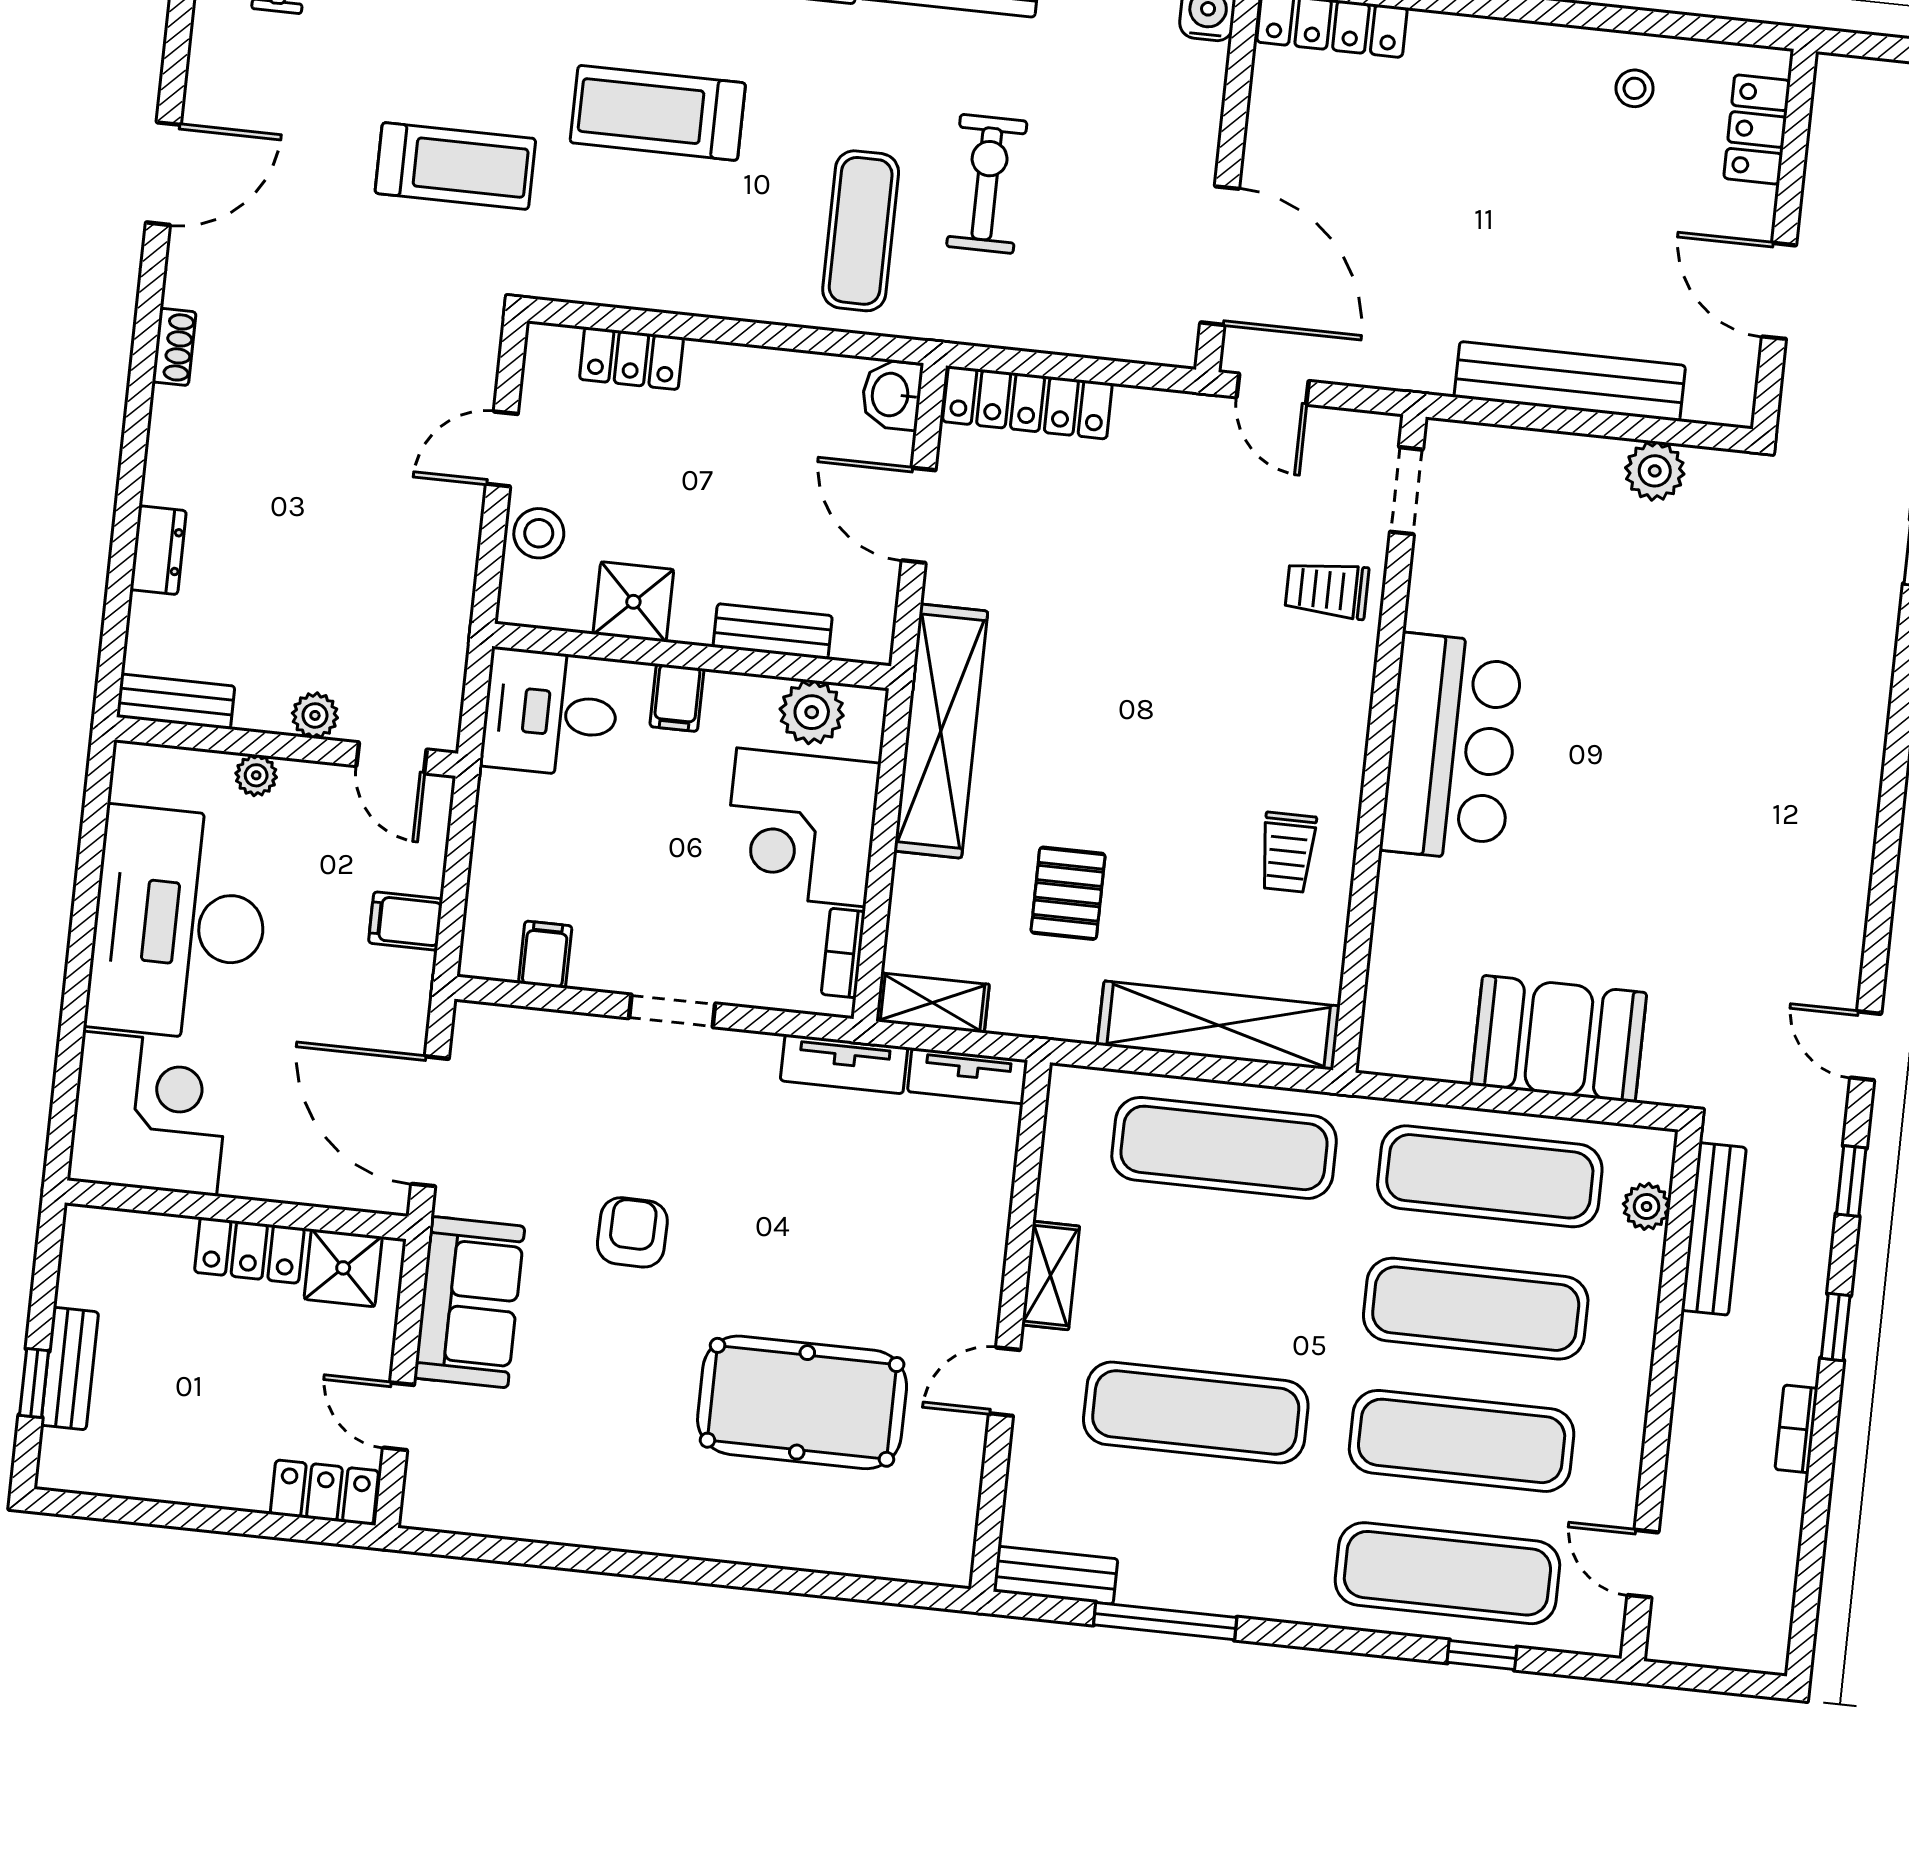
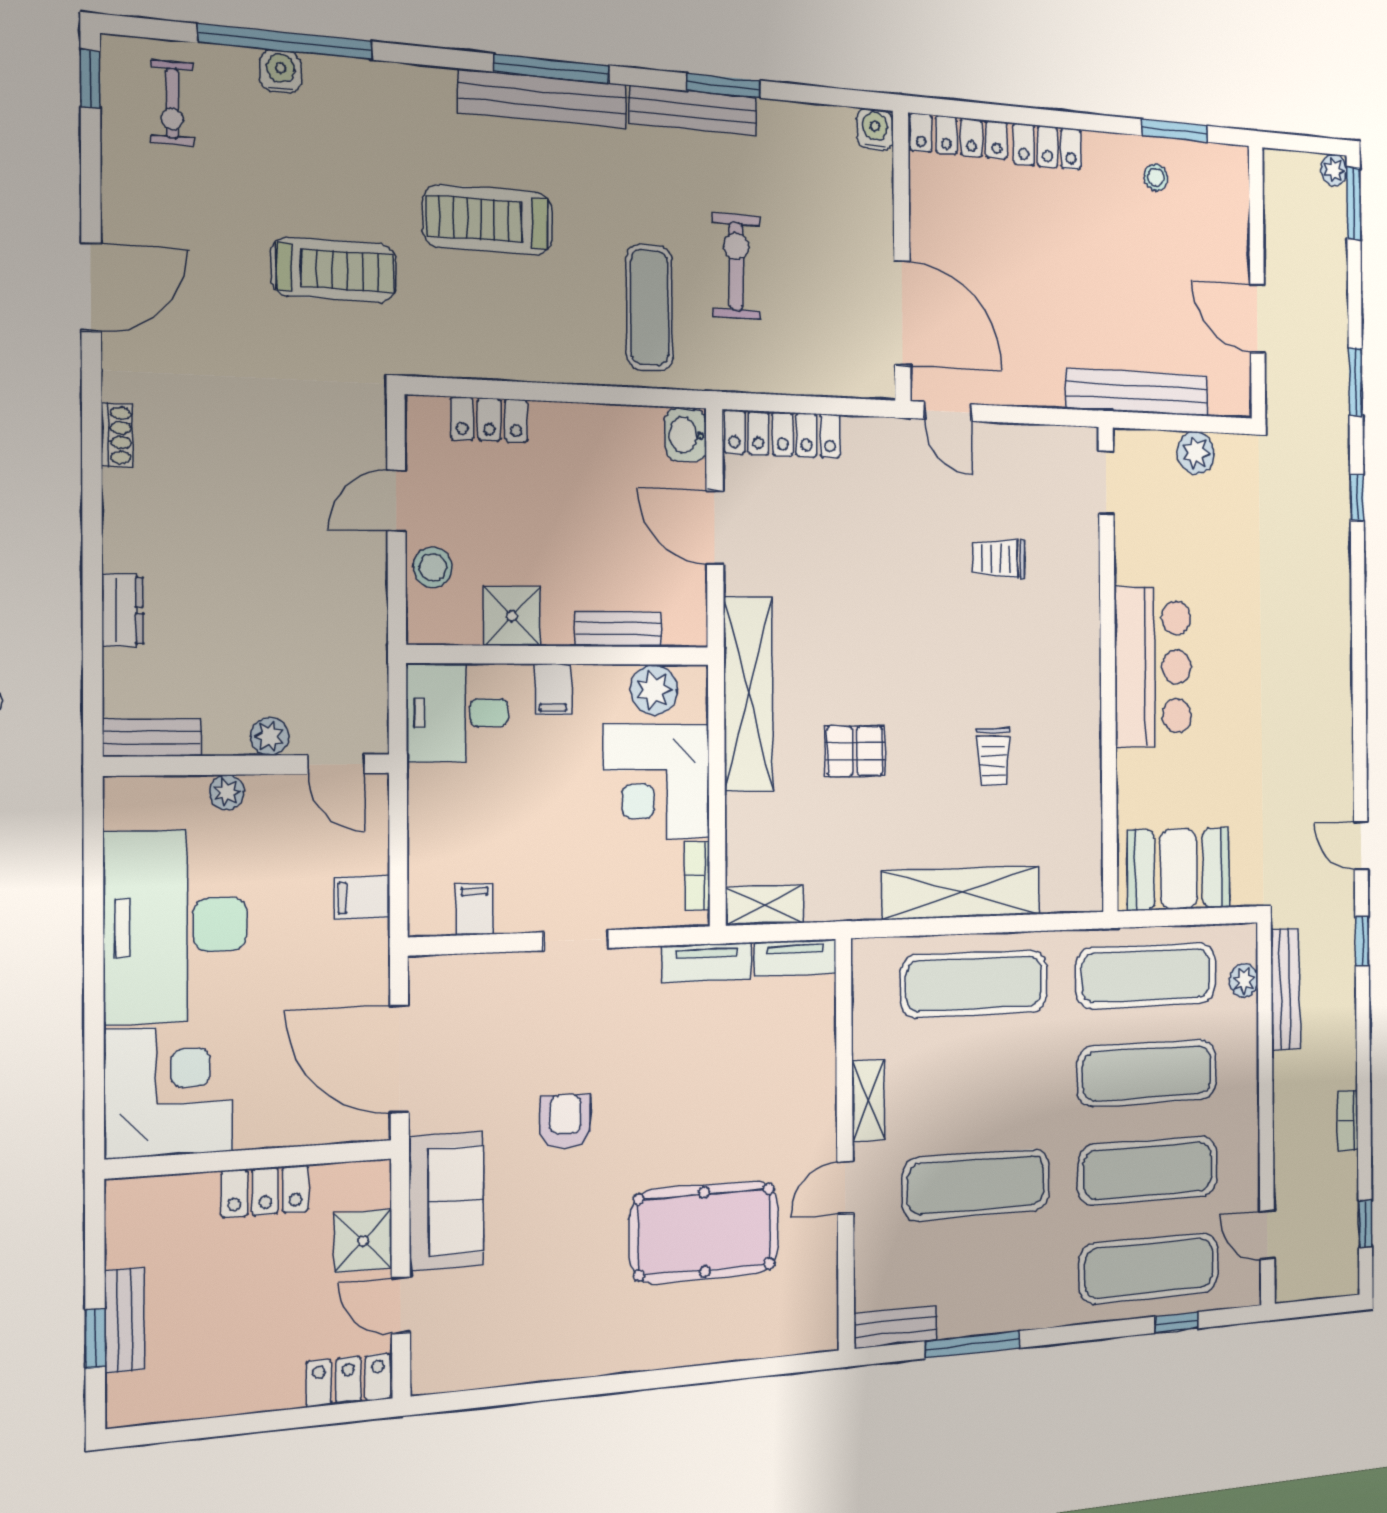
window: (1673, 25) -> (1175, 131), added
locker: (1757, 129) -> (1047, 147), moved, turned -90
doorway: (1406, 491) -> (1106, 483), moved
wall: (1379, 743) -> (1108, 669), moved
bar counter: (1451, 747) -> (1153, 667), moved
pallet: (1068, 893) -> (855, 751), moved, turned 90
shower: (343, 1268) -> (363, 1241), moved
window: (1836, 1327) -> (1365, 1223), moved

